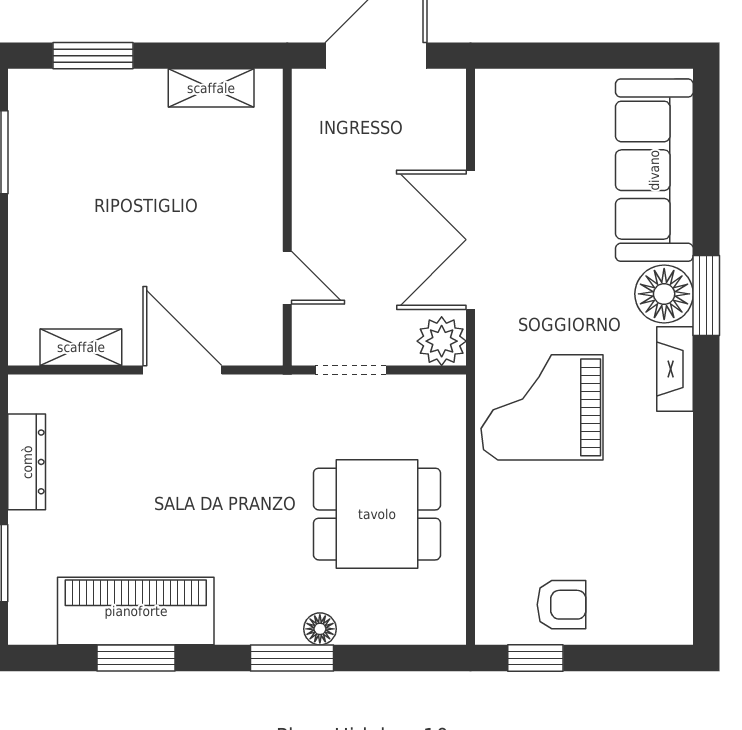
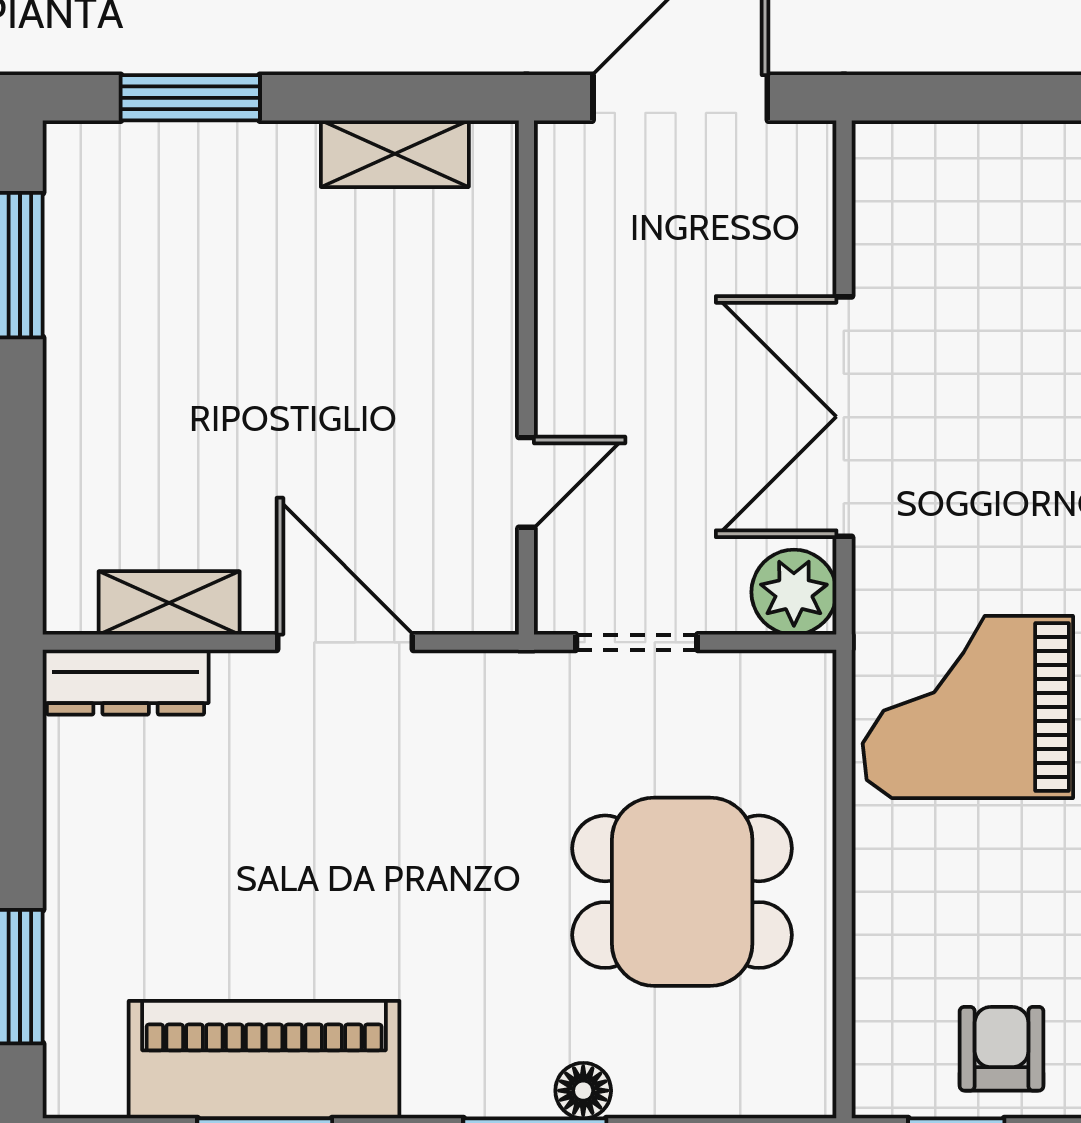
door: (287, 278) -> (526, 482), hinge flipped
dresser: (27, 462) -> (126, 682), moved, turned 90
armchair: (561, 605) -> (1002, 1049), turned -90

